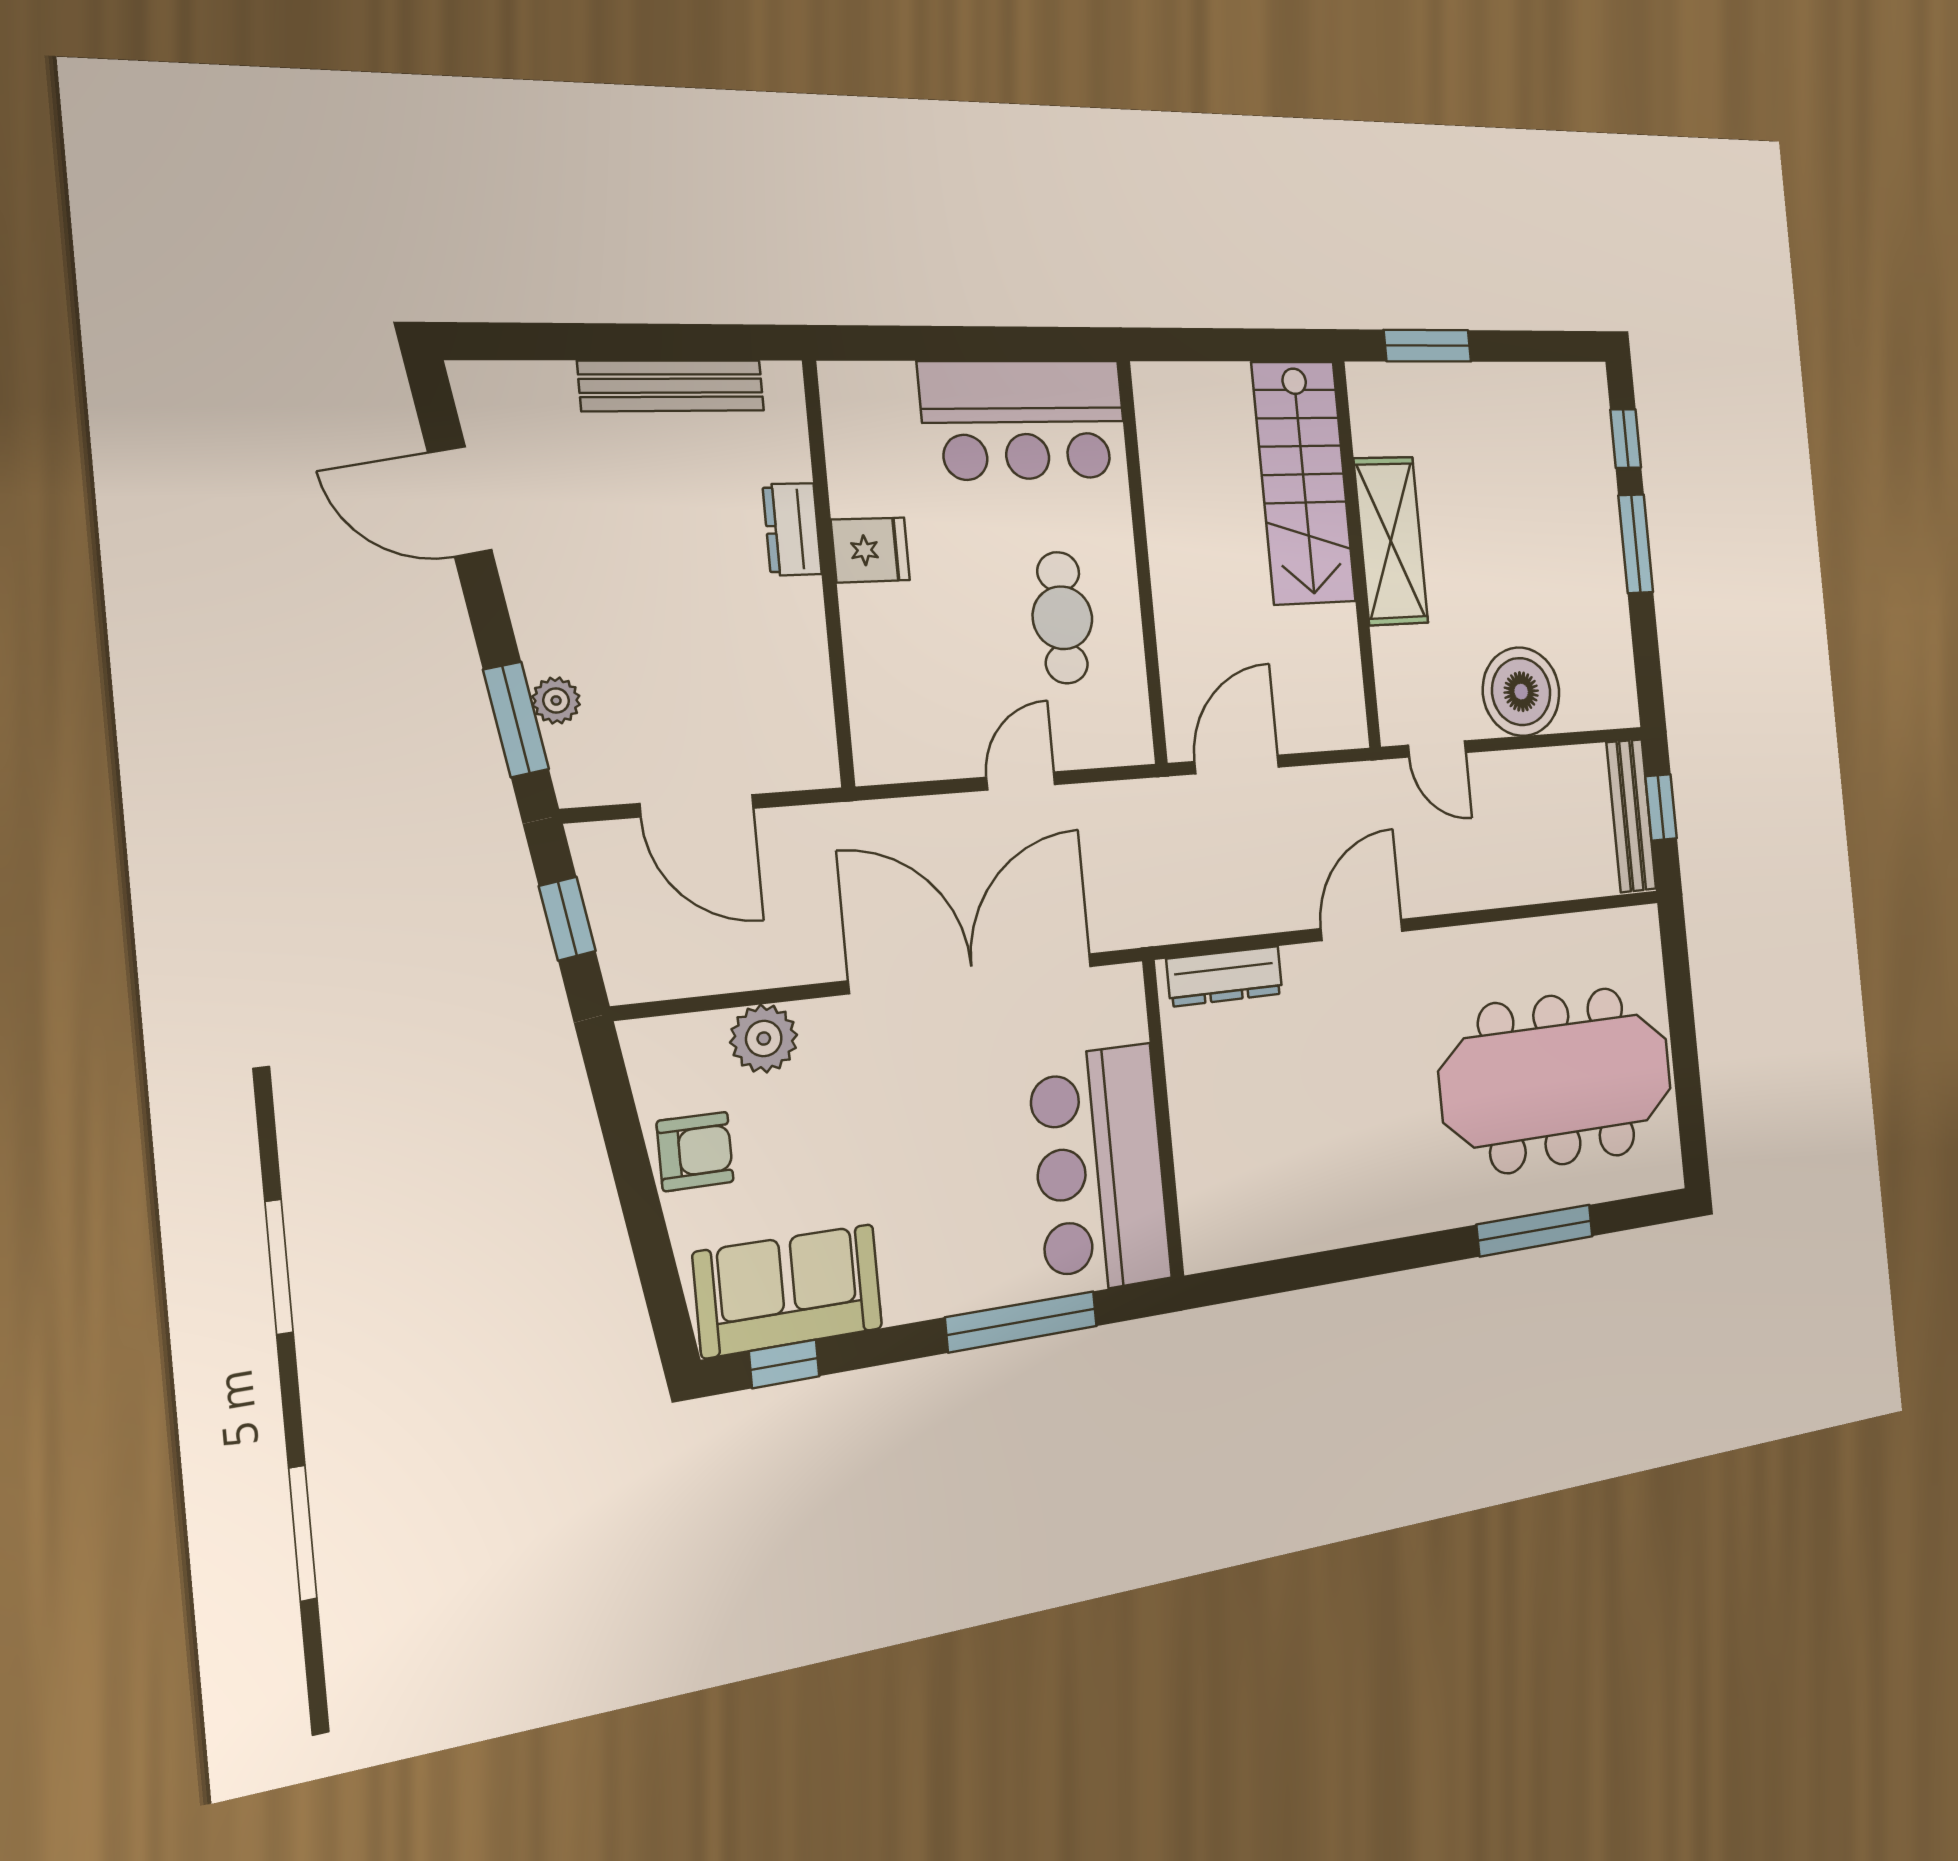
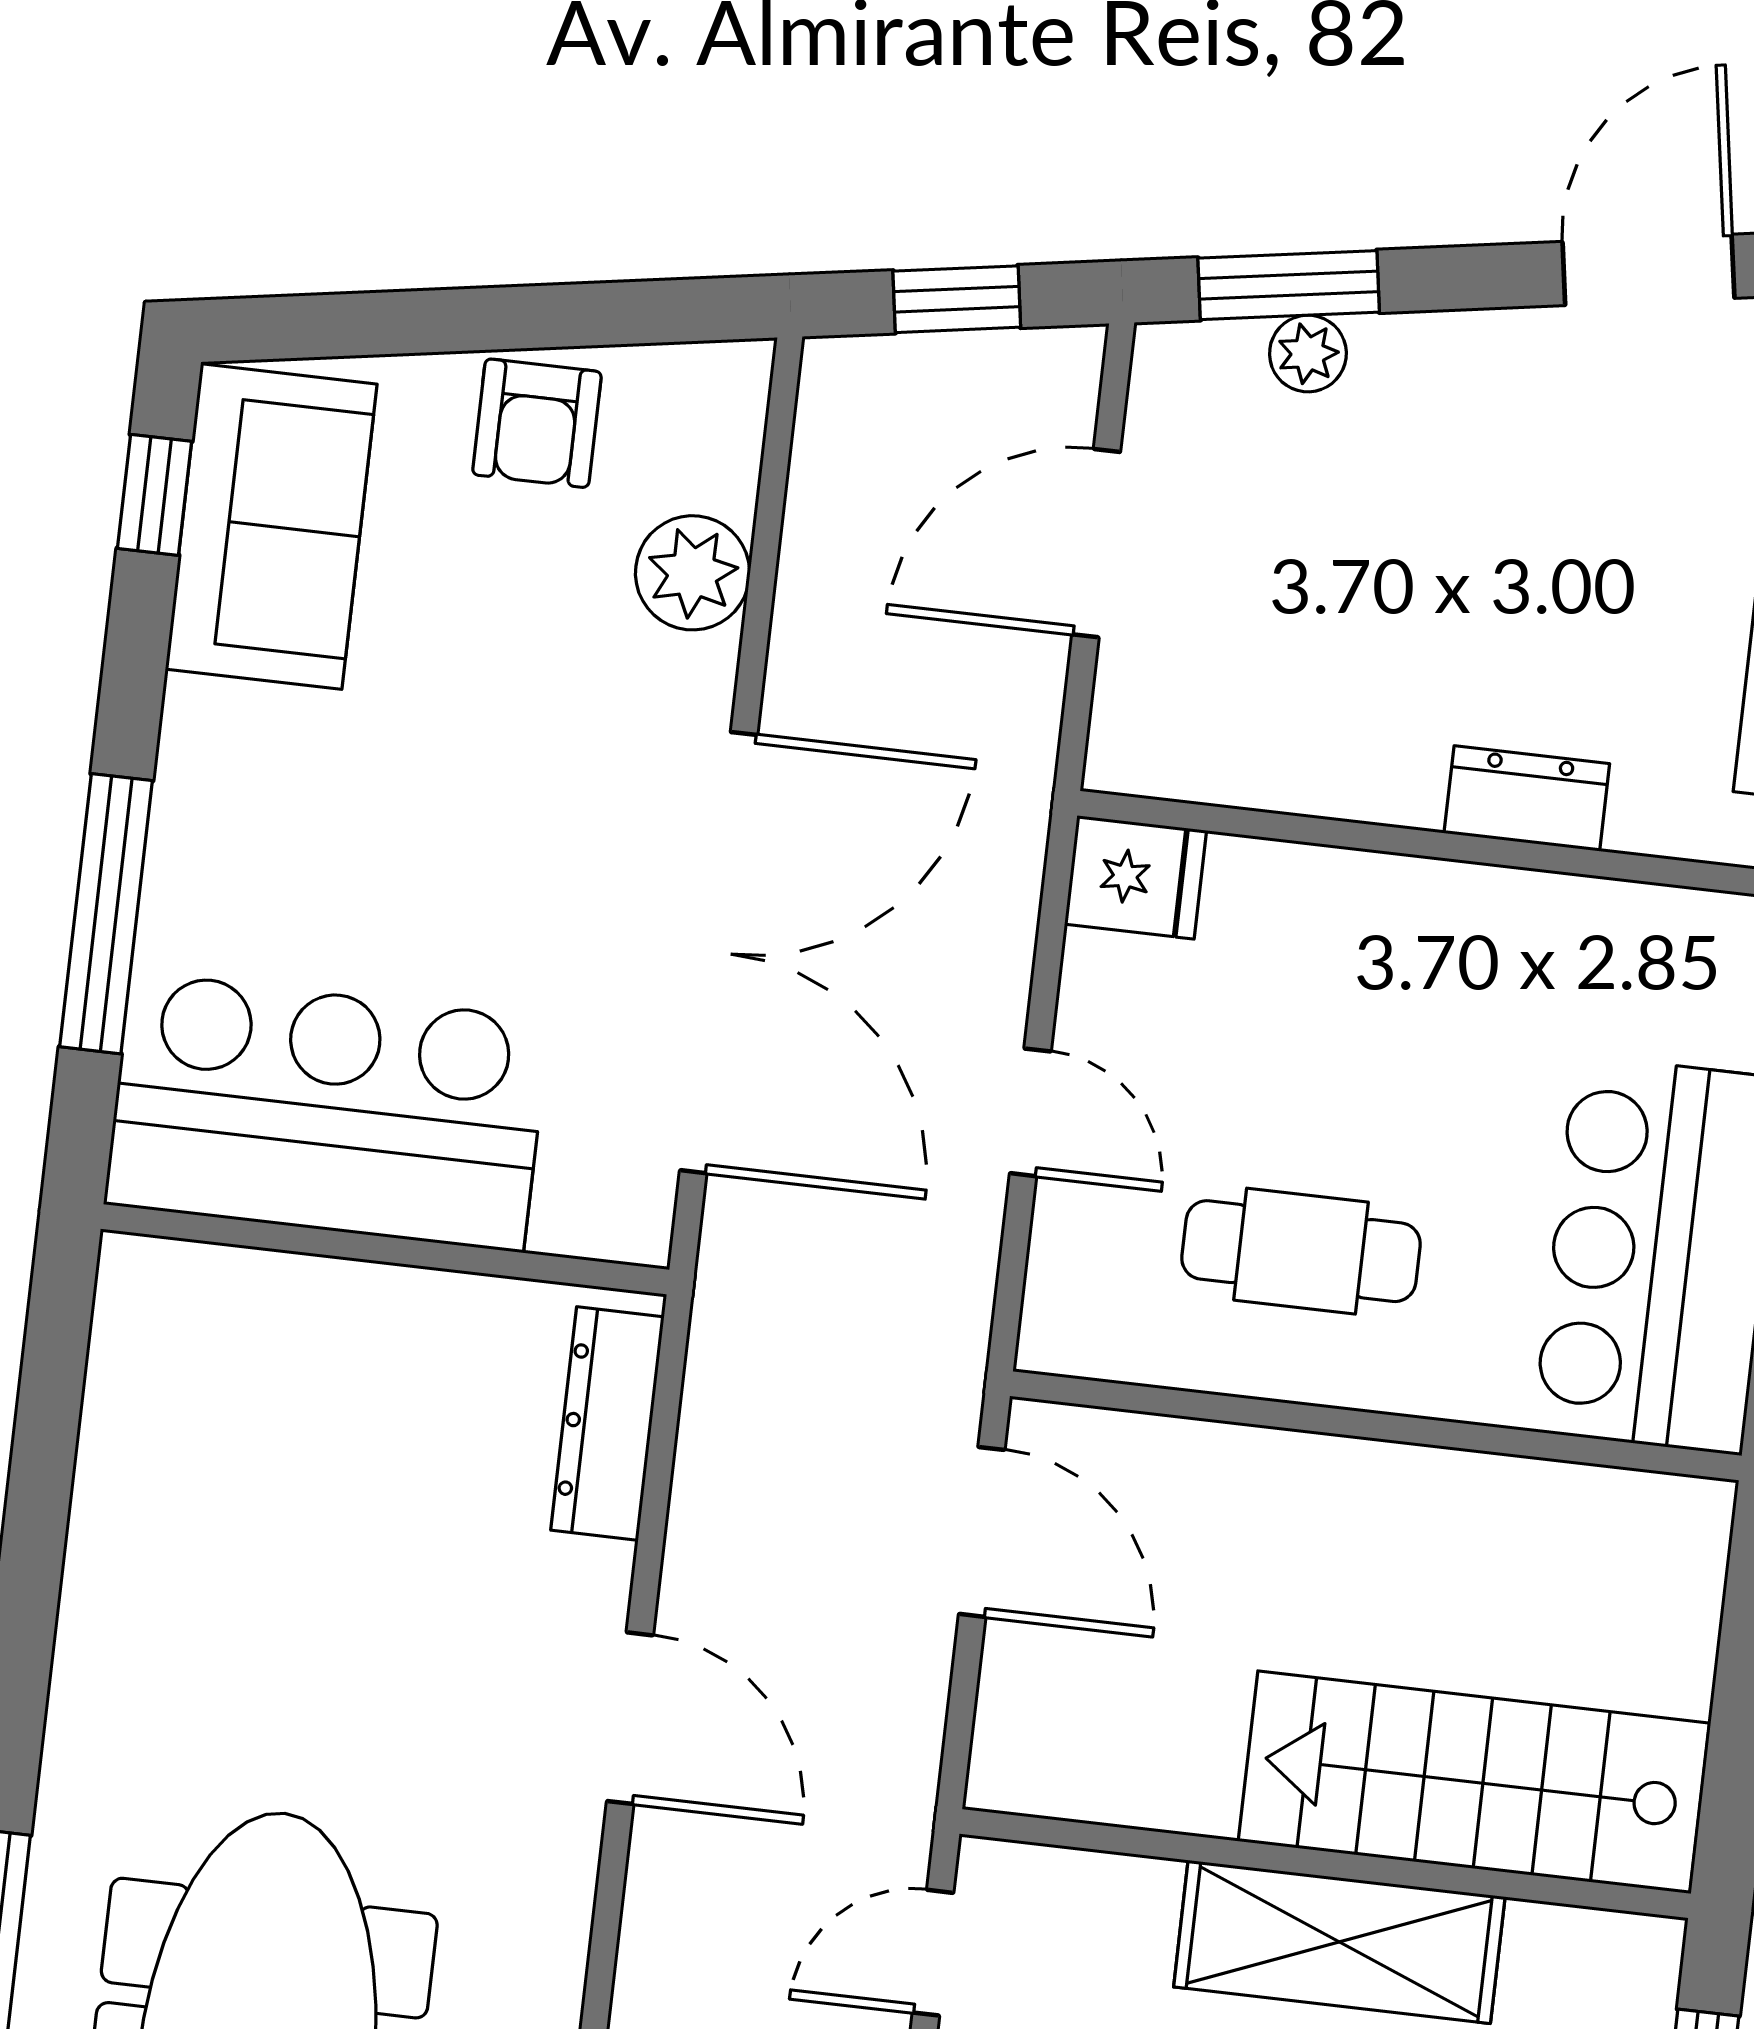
fridge: (870, 550) -> (1136, 877), moved, turned -90

